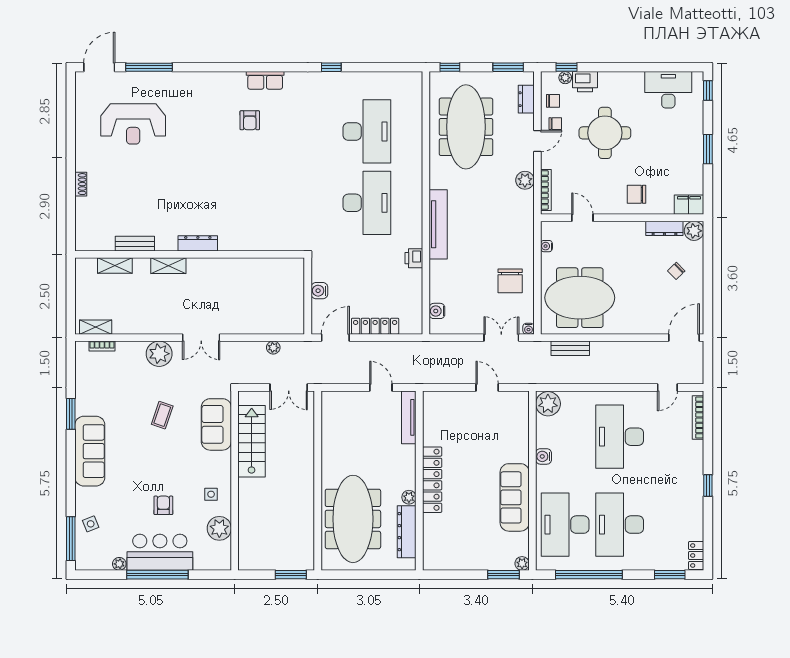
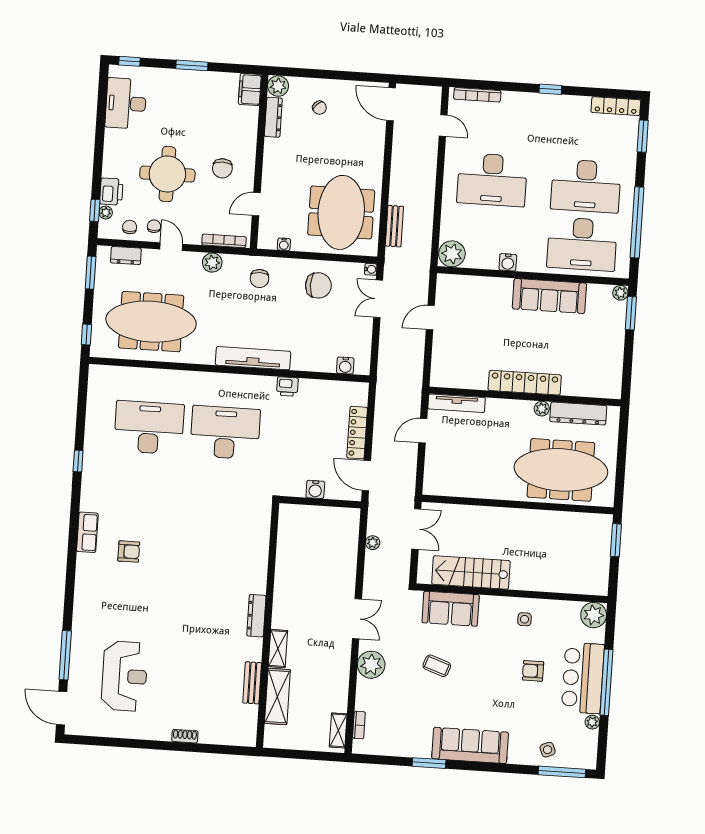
chair: (636, 194) -> (222, 168), moved
chair: (513, 225) -> (260, 278), added
shelving: (115, 266) -> (277, 697), width x1.50, depth x1.33
plant: (219, 528) -> (594, 615), moved
locker: (696, 555) -> (616, 106), width x1.53

